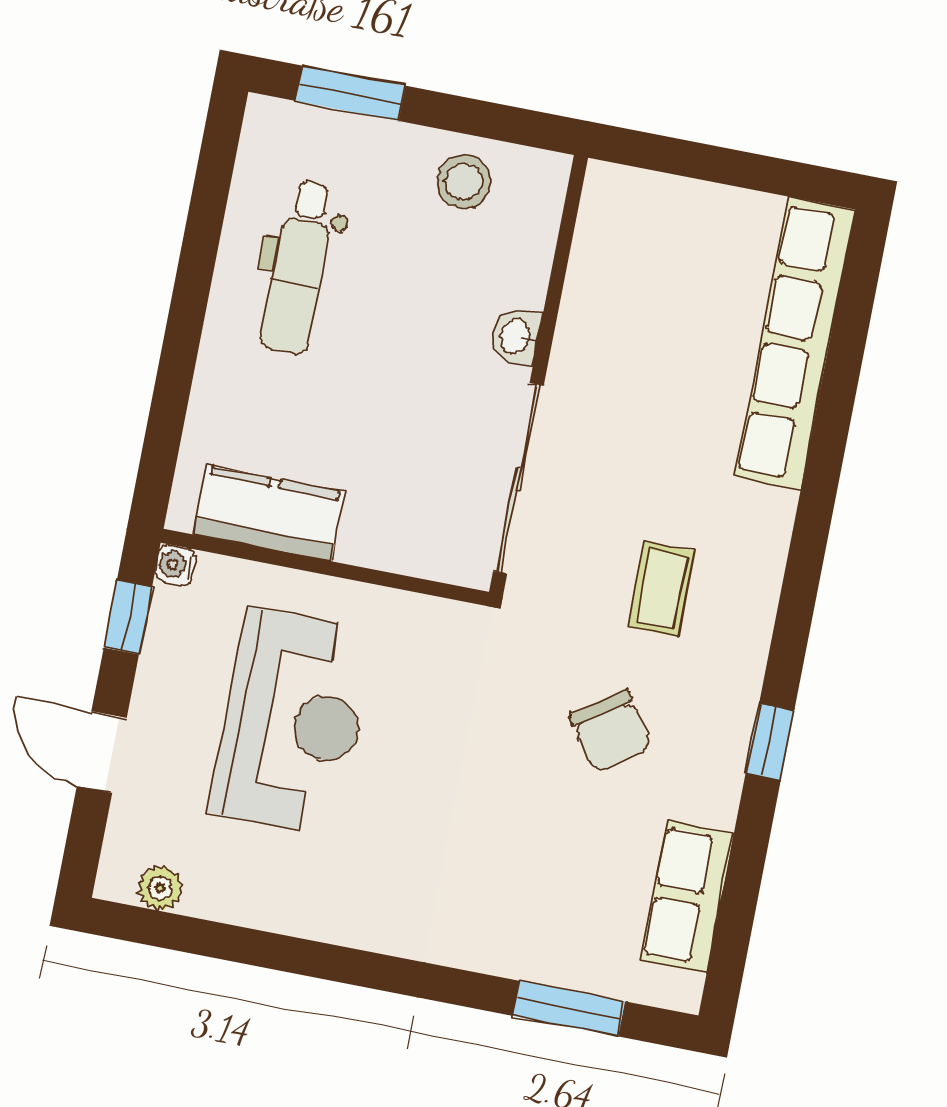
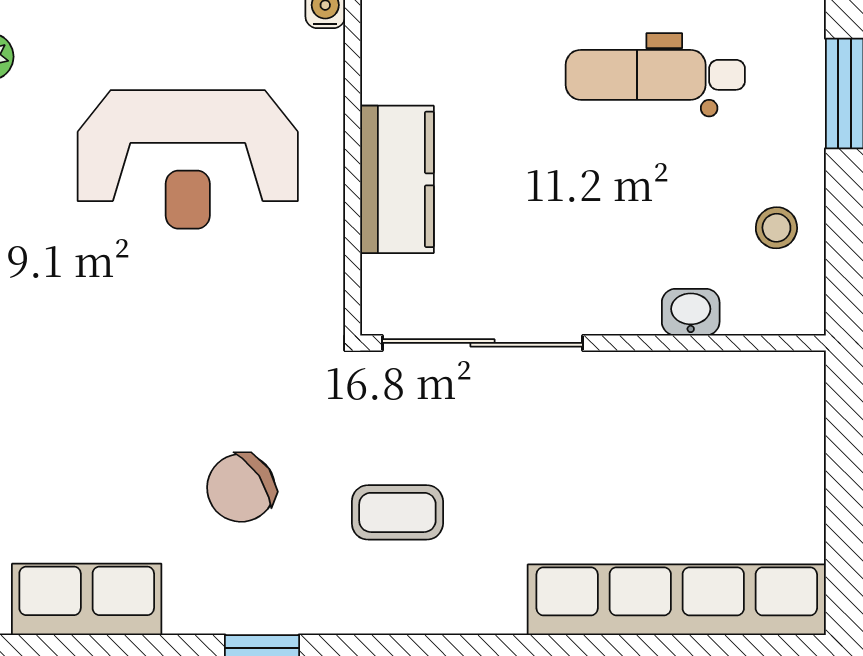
stool: (464, 182) -> (776, 228), width x0.73, depth x0.73
washbasin: (516, 337) -> (691, 312), moved
kitchen counter: (269, 513) -> (397, 179), moved

